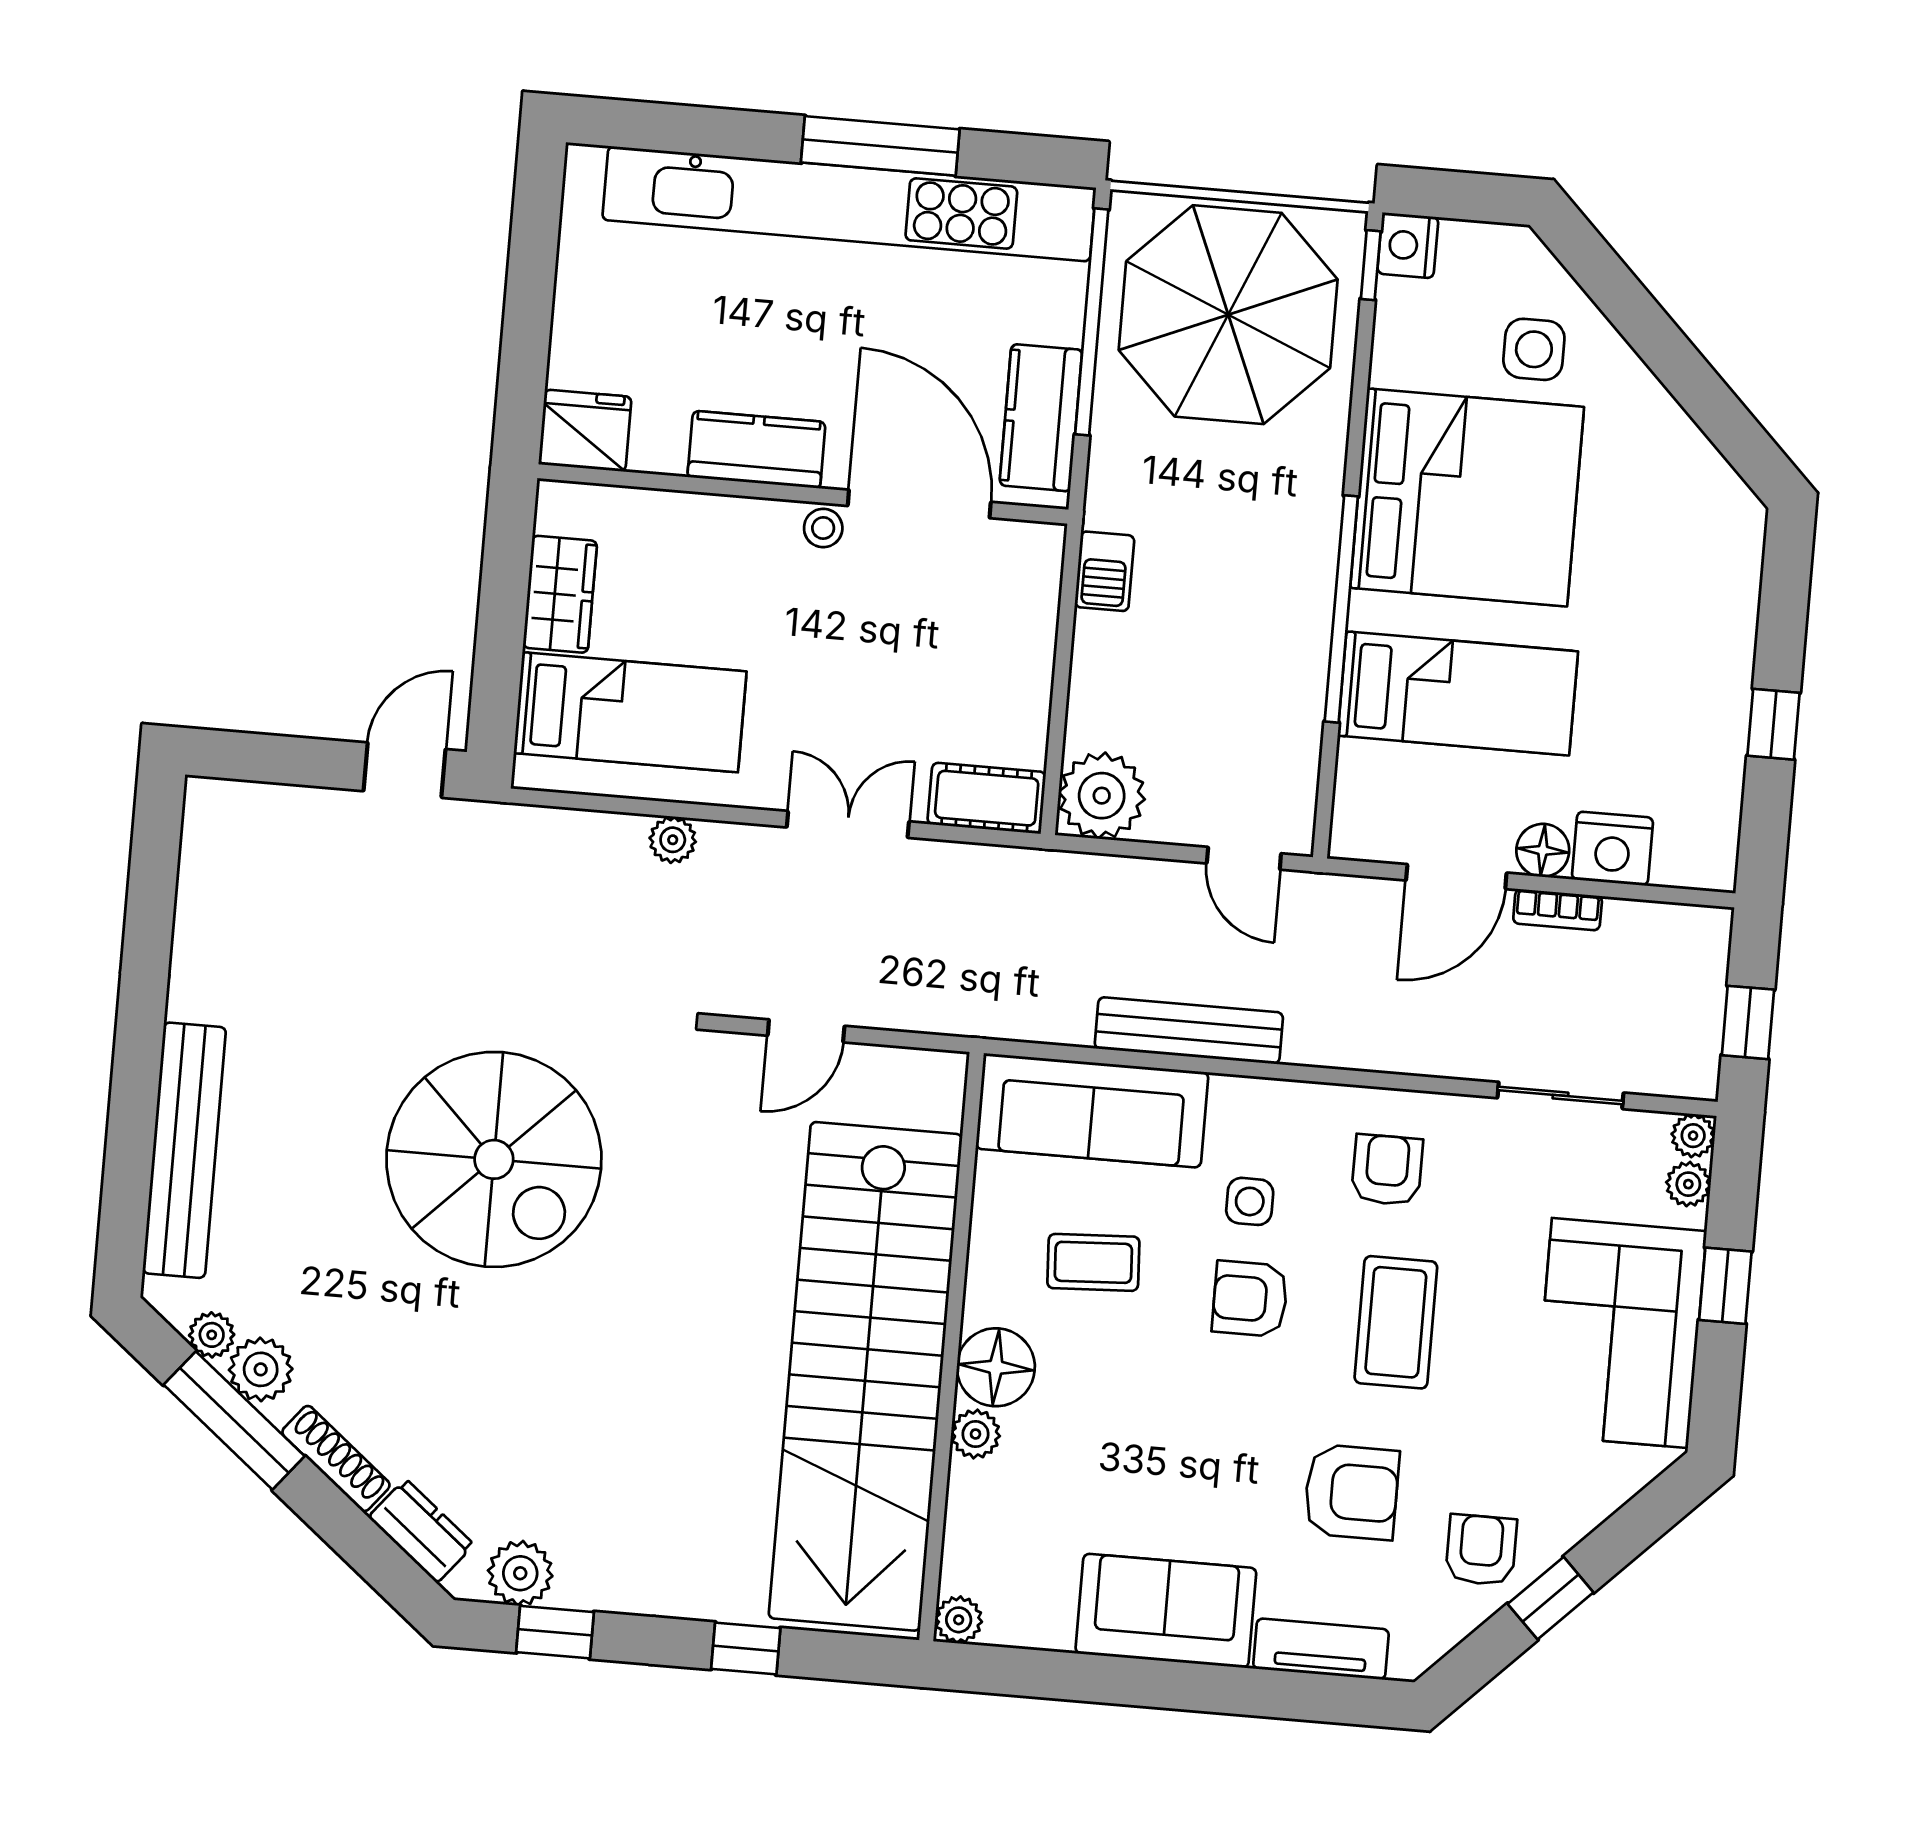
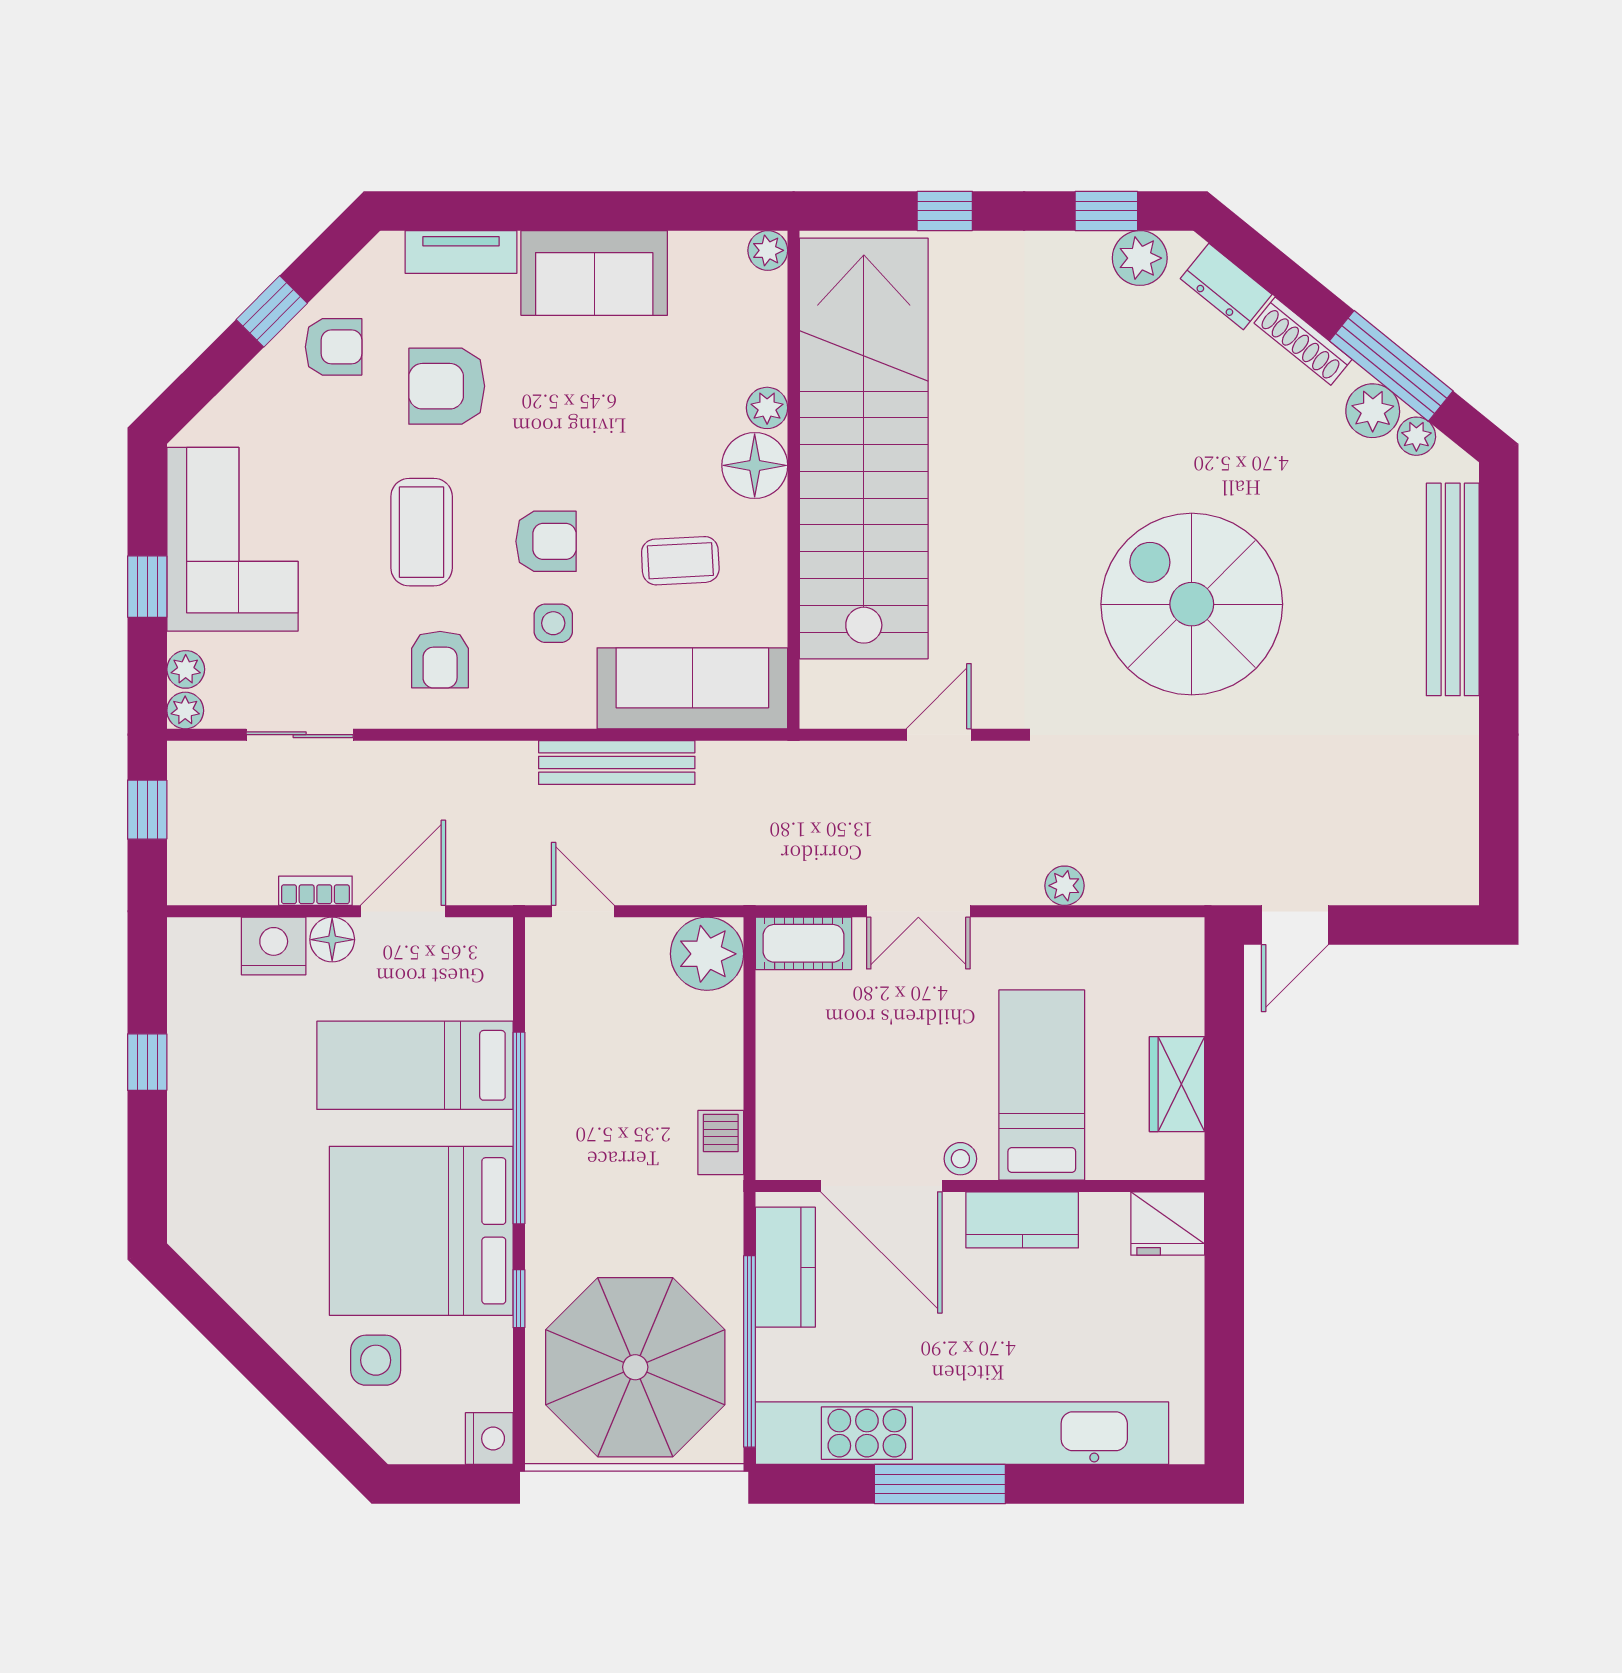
window: (1371, 265) -> (519, 1299), moved
bed: (630, 712) -> (1042, 1085), moved, turned 90
armchair: (1481, 1550) -> (334, 347), turned -90

